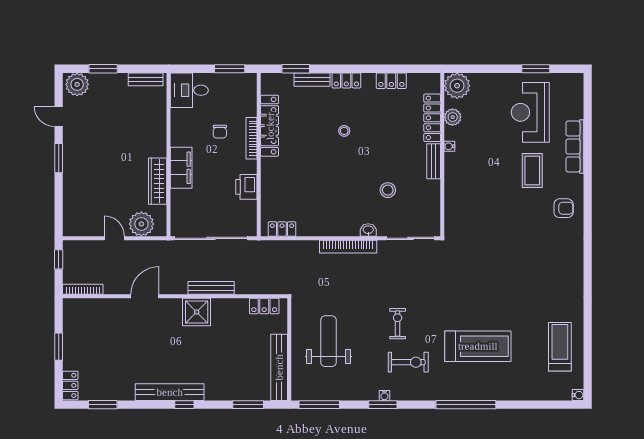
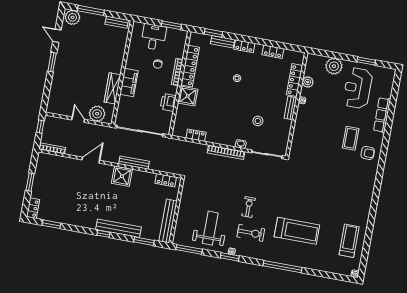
window: (103, 69) -> (91, 10), width x1.44
plant: (457, 86) -> (334, 66), moved
desk: (189, 90) -> (154, 37), moved, turned 90
coffee table: (532, 171) -> (351, 138), moved
shower: (274, 172) -> (188, 96), added
locker: (282, 229) -> (196, 135), moved
weight bench: (328, 341) -> (210, 228), moved
bench: (170, 392) -> (118, 228), moved

